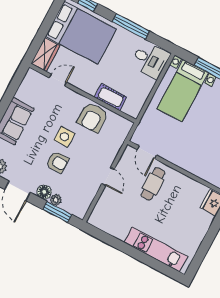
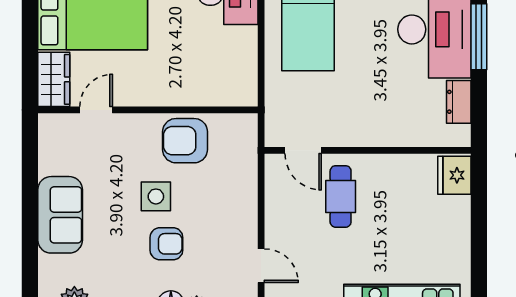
cot: (111, 97) -> (197, 92), removed
armchair: (93, 117) -> (185, 141), turned 90
door: (108, 176) -> (261, 266), moved

